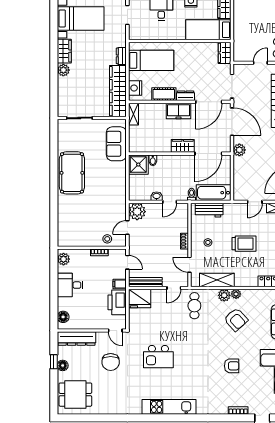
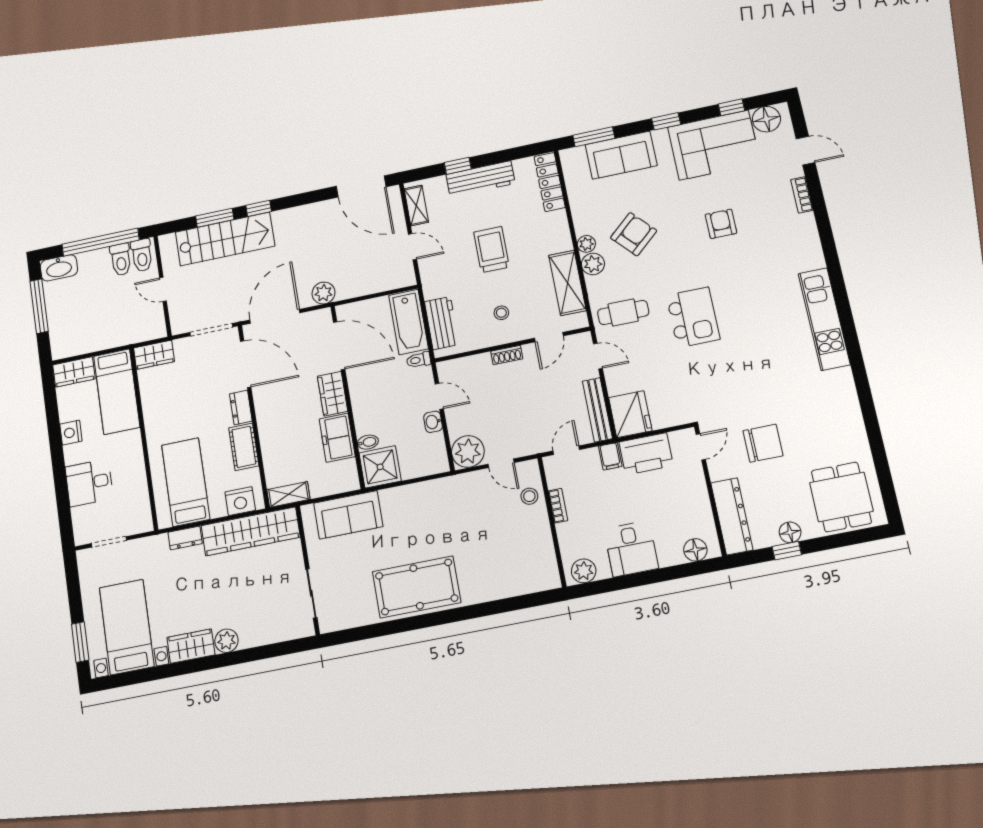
freezer: (179, 111) -> (337, 438), moved, turned 180
kitchen island: (158, 357) -> (693, 317), moved

